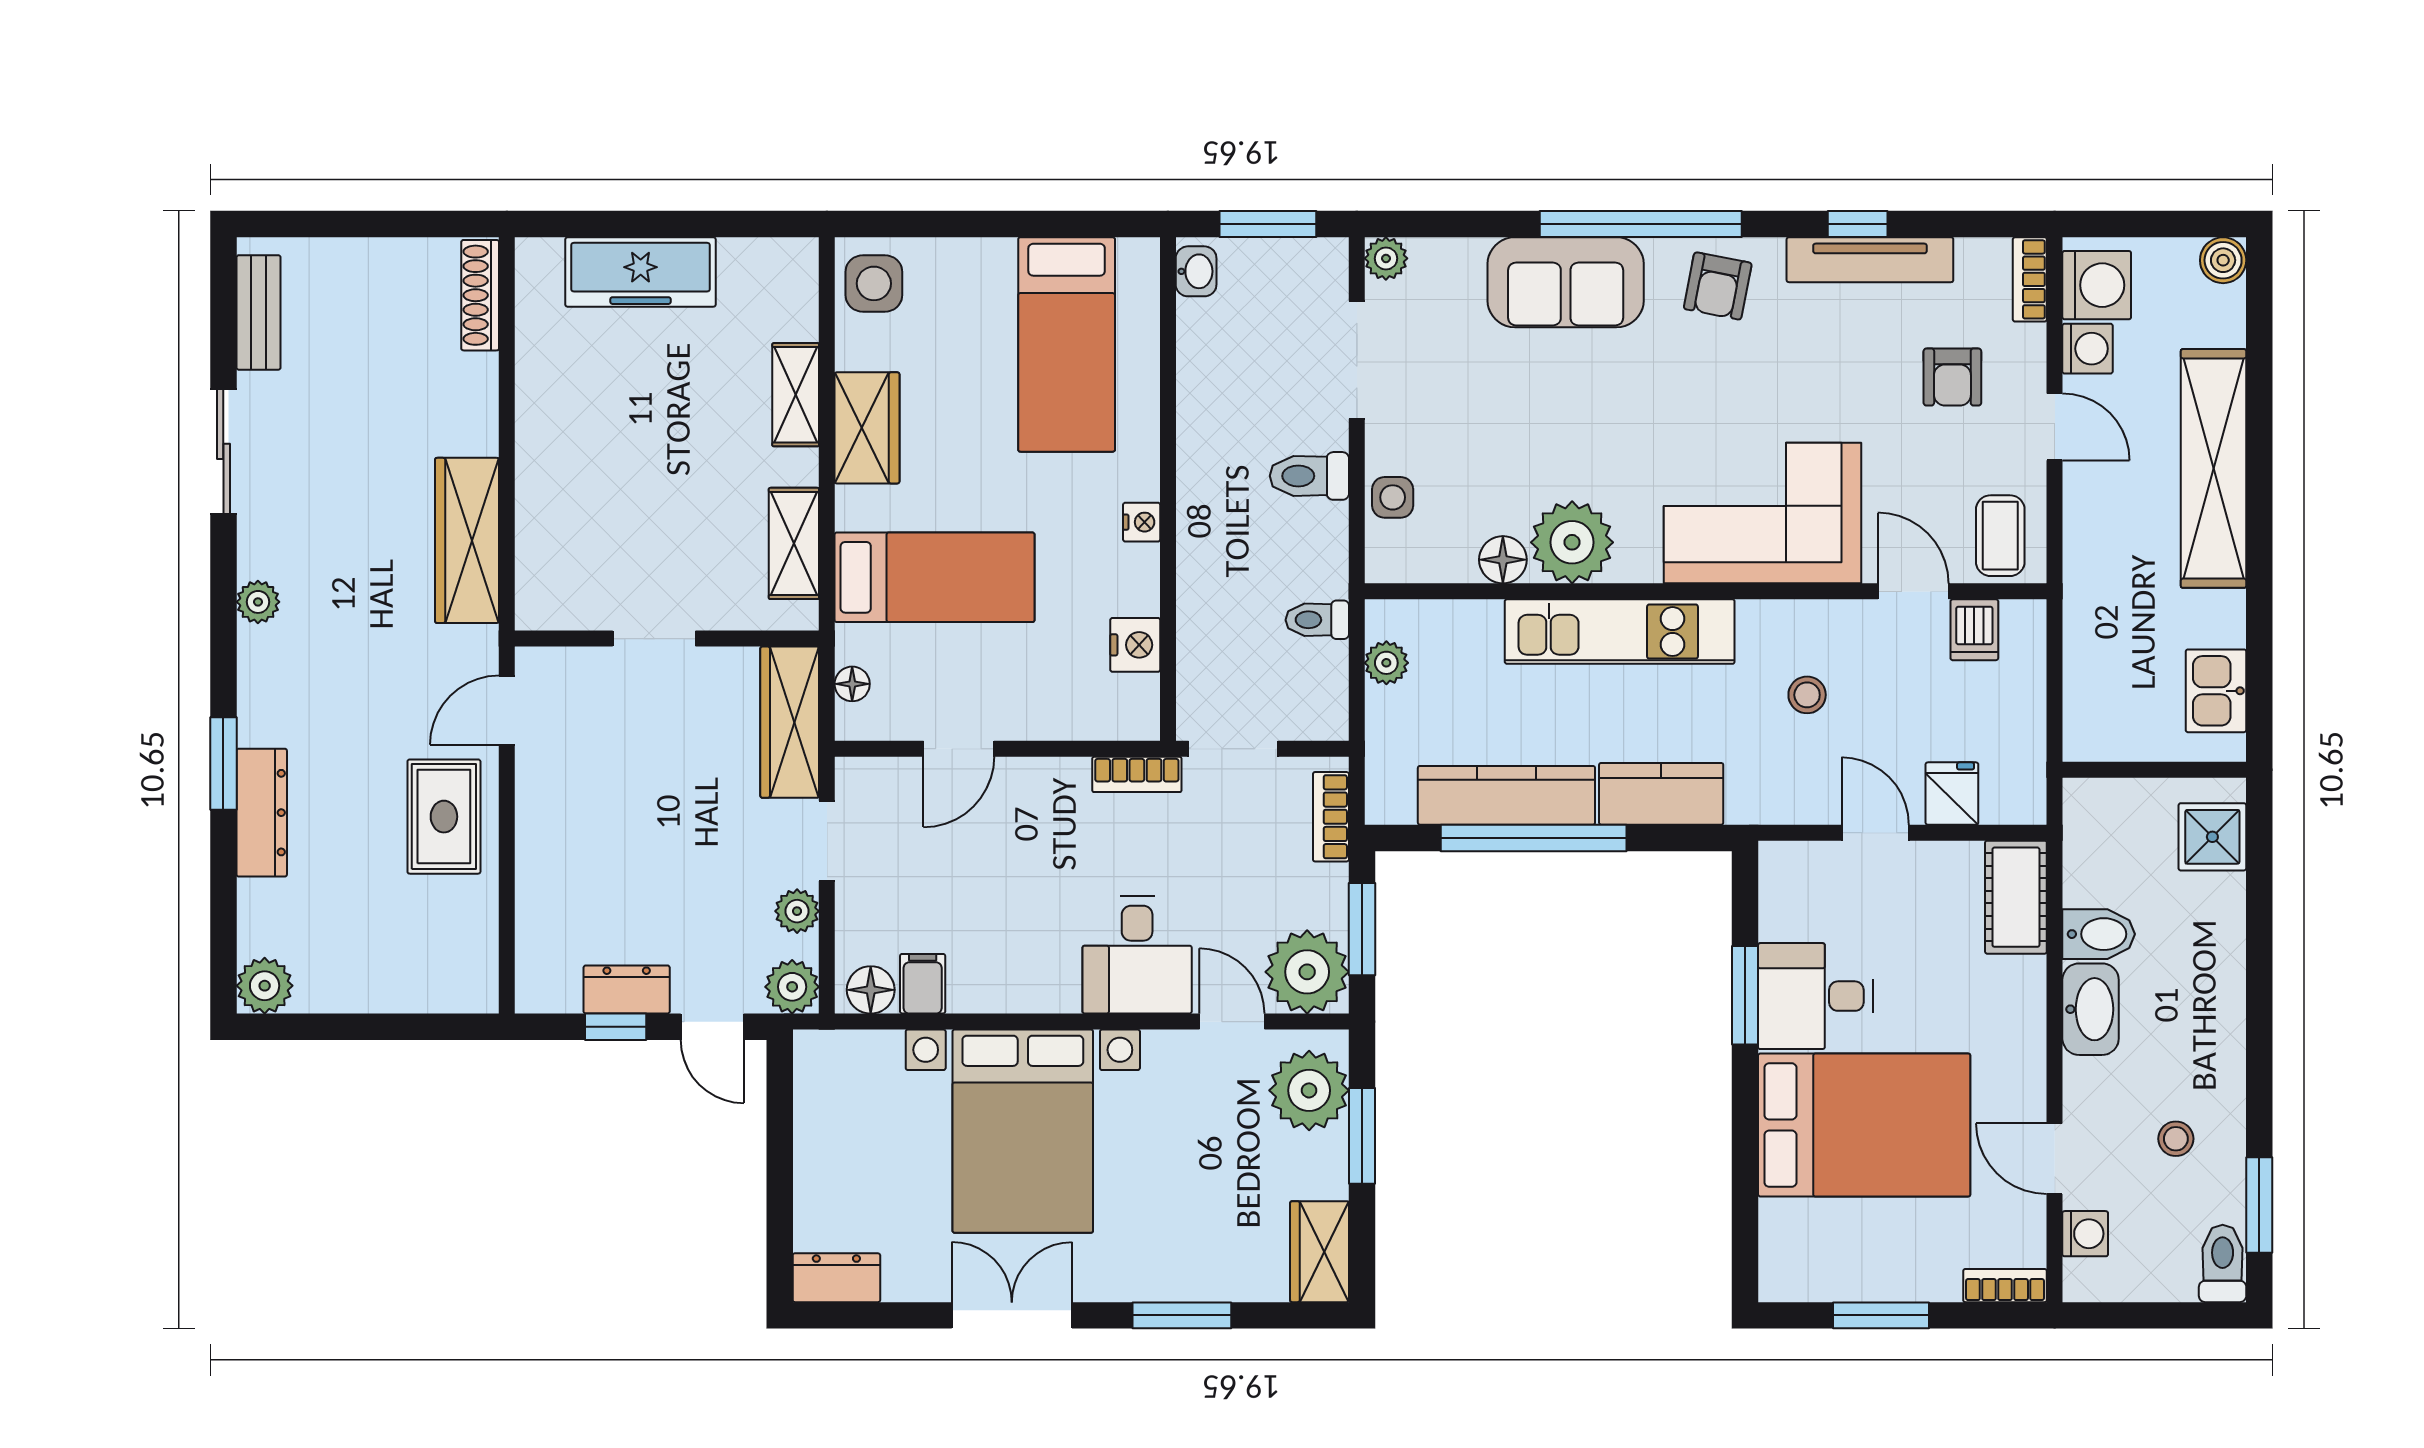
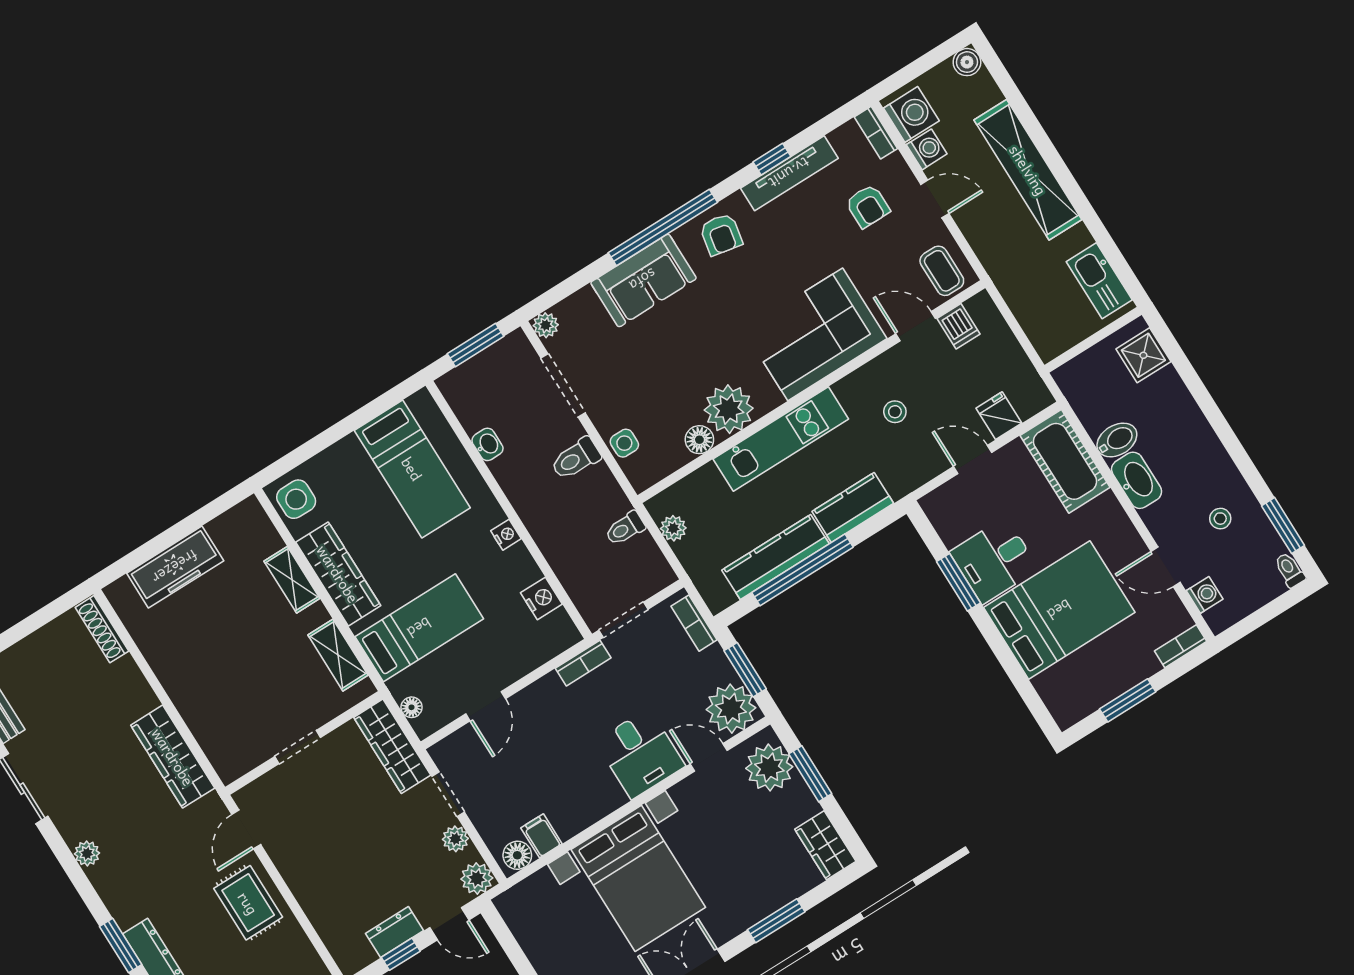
washbasin: (1196, 271) -> (487, 444), moved
wardrobe: (867, 428) -> (338, 574), width x1.50
kitchen sink: (2216, 691) -> (1099, 281), width x1.38
cot: (2016, 897) -> (1065, 461), width x1.37, depth x1.34
toilet: (2223, 1263) -> (1290, 570), width x0.73, depth x0.72

